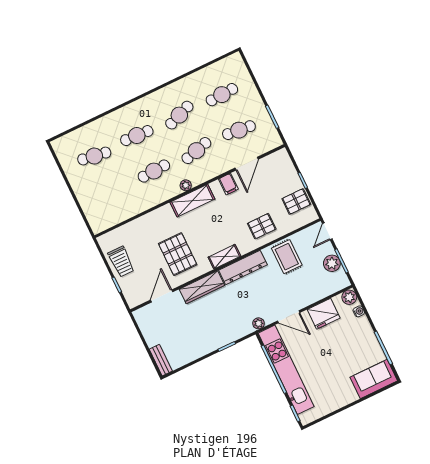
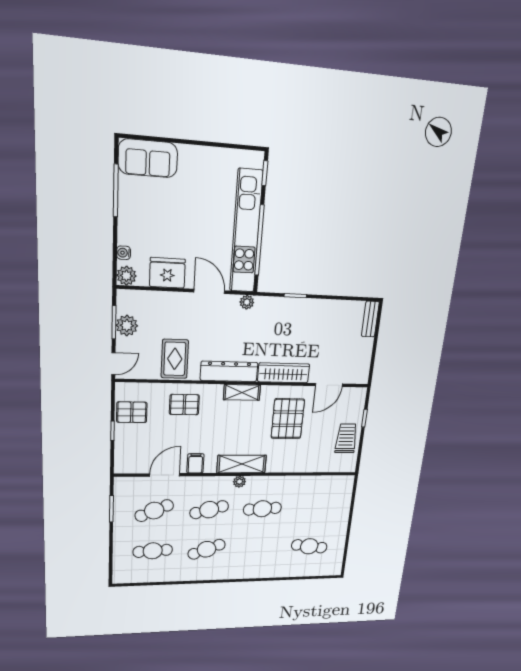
cafe table: (239, 130) -> (154, 511), turned -30
cafe table: (137, 136) -> (259, 548), removed

